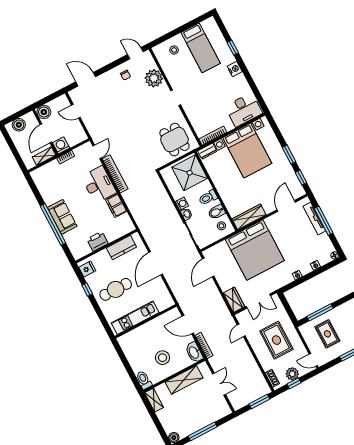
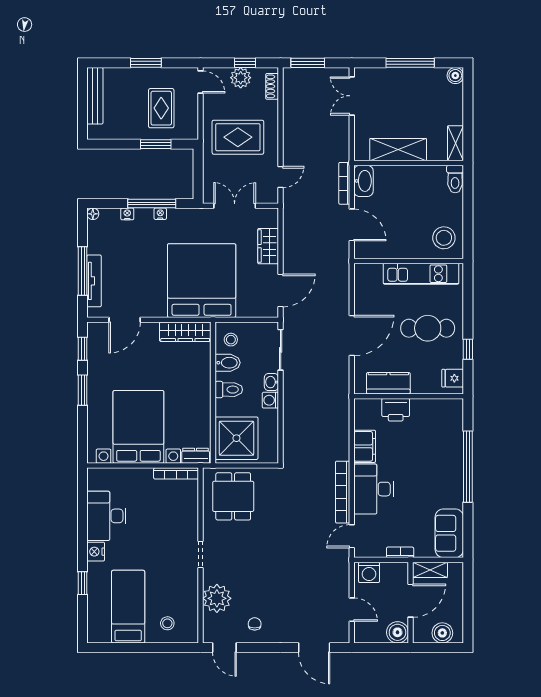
desk: (244, 110) -> (106, 516), moved, turned -90
washing machine: (61, 145) -> (369, 572), moved
sofa: (62, 217) -> (449, 533), moved
printer: (97, 241) -> (396, 410), moved
window: (305, 278) -> (152, 203), added
wardrobe: (234, 300) -> (268, 246), moved
window: (320, 312) -> (156, 144), width x0.69
rug: (276, 340) -> (238, 137), turned 90
stool: (162, 358) -> (444, 238), moved
double door: (219, 384) -> (352, 96), moved

